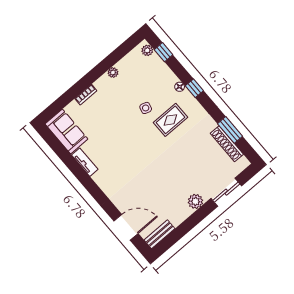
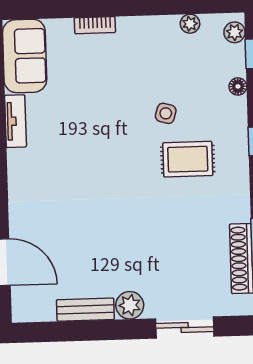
plant: (113, 73) -> (190, 24), moved
floor lamp: (180, 87) -> (238, 86), moved
bench: (159, 234) -> (85, 310), moved

